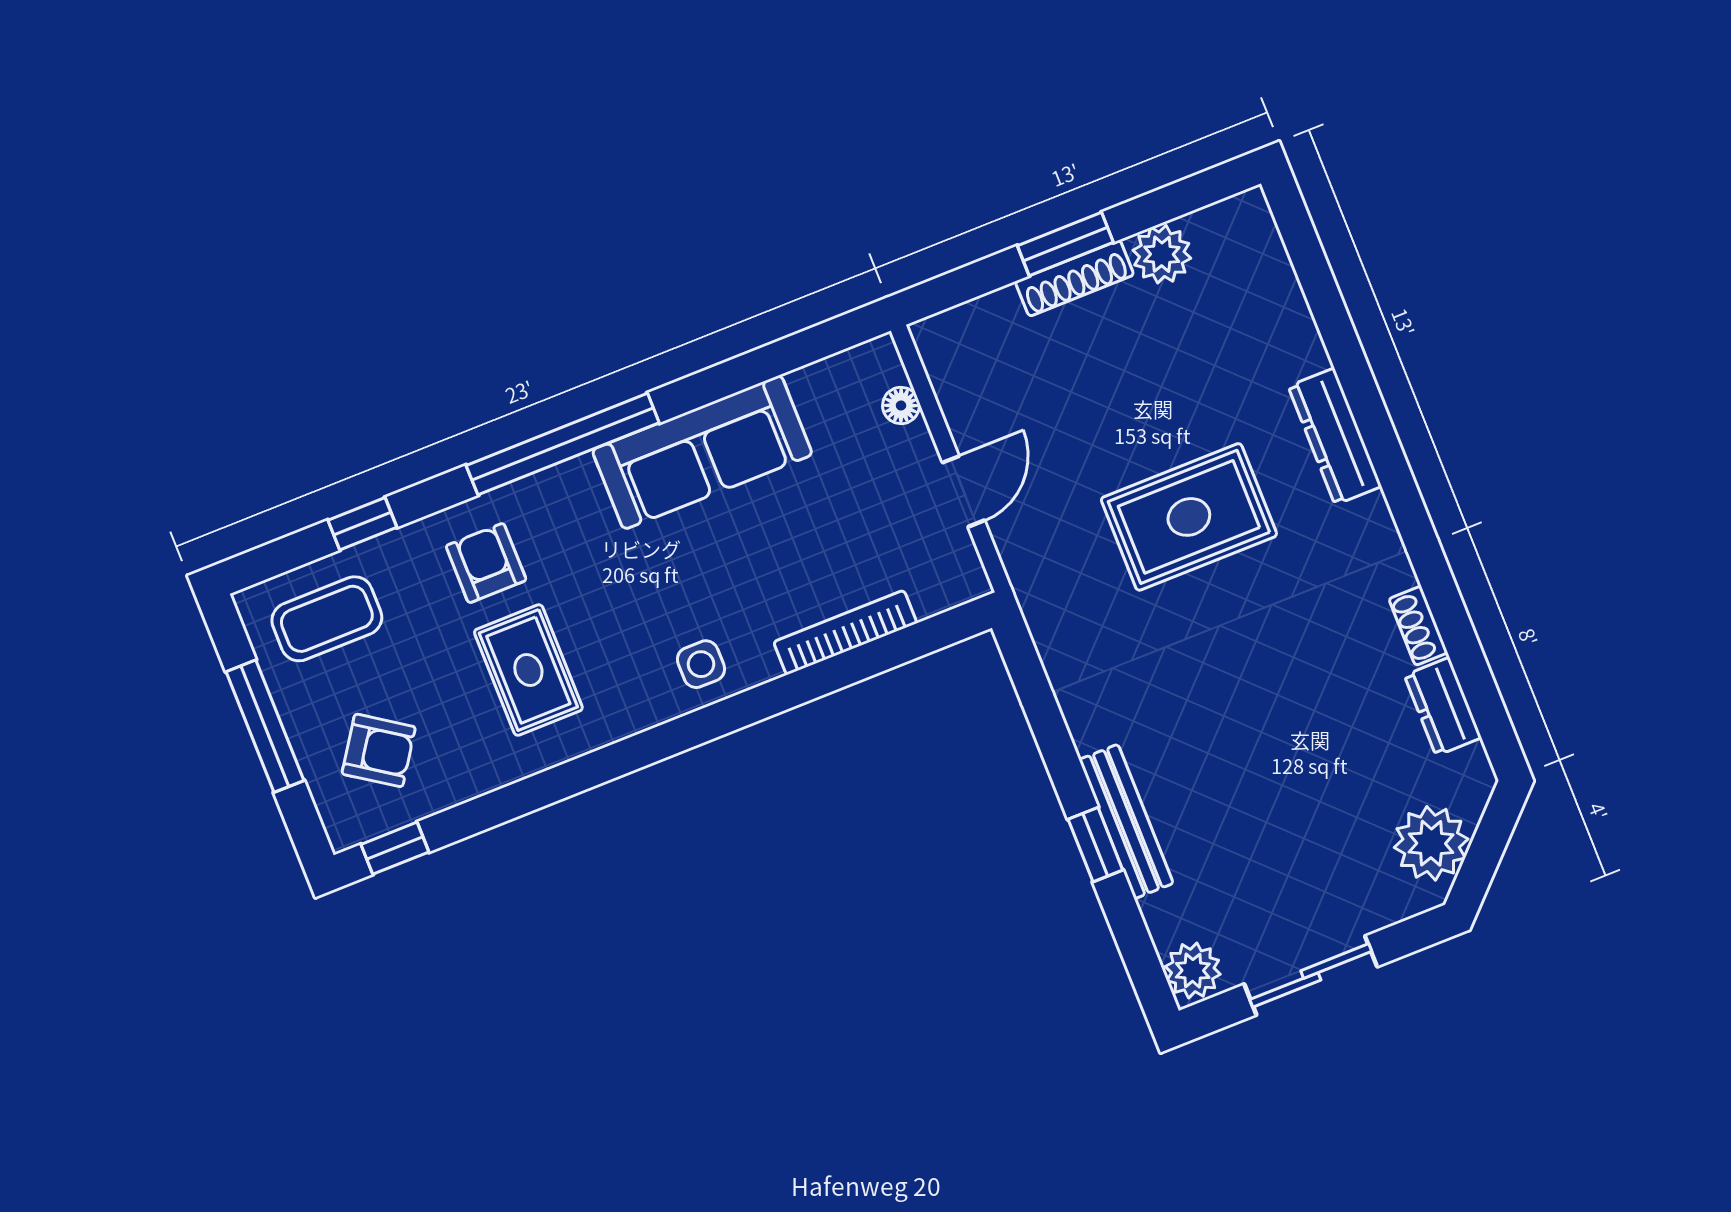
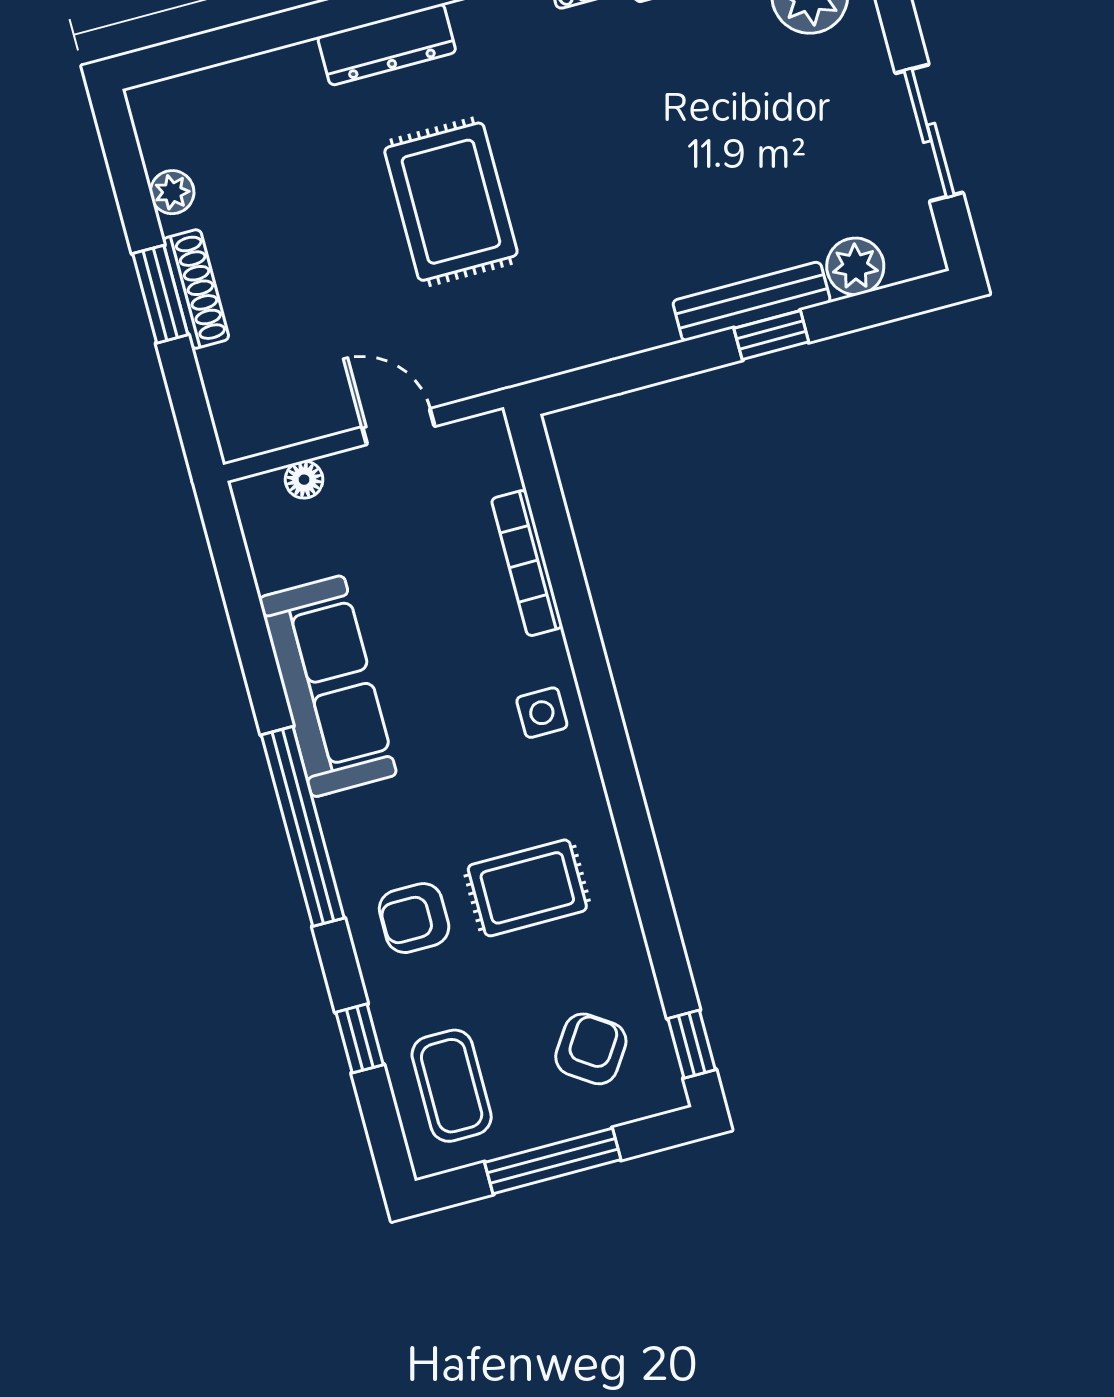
plant: (1162, 254) -> (172, 192), width x0.73, depth x0.73
plant: (1193, 970) -> (855, 266), moved

